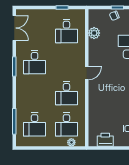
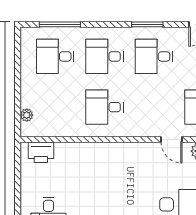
door: (87, 73) -> (172, 139), moved
desk: (66, 124) -> (105, 56), moved
printer: (105, 140) -> (41, 152), moved, turned 90

